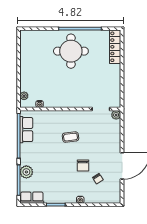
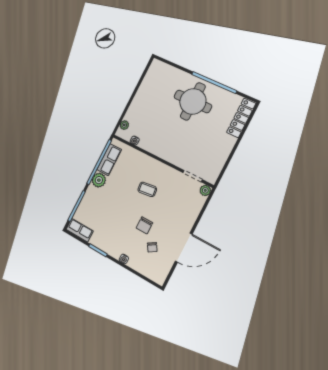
plant: (26, 172) -> (99, 180), moved

